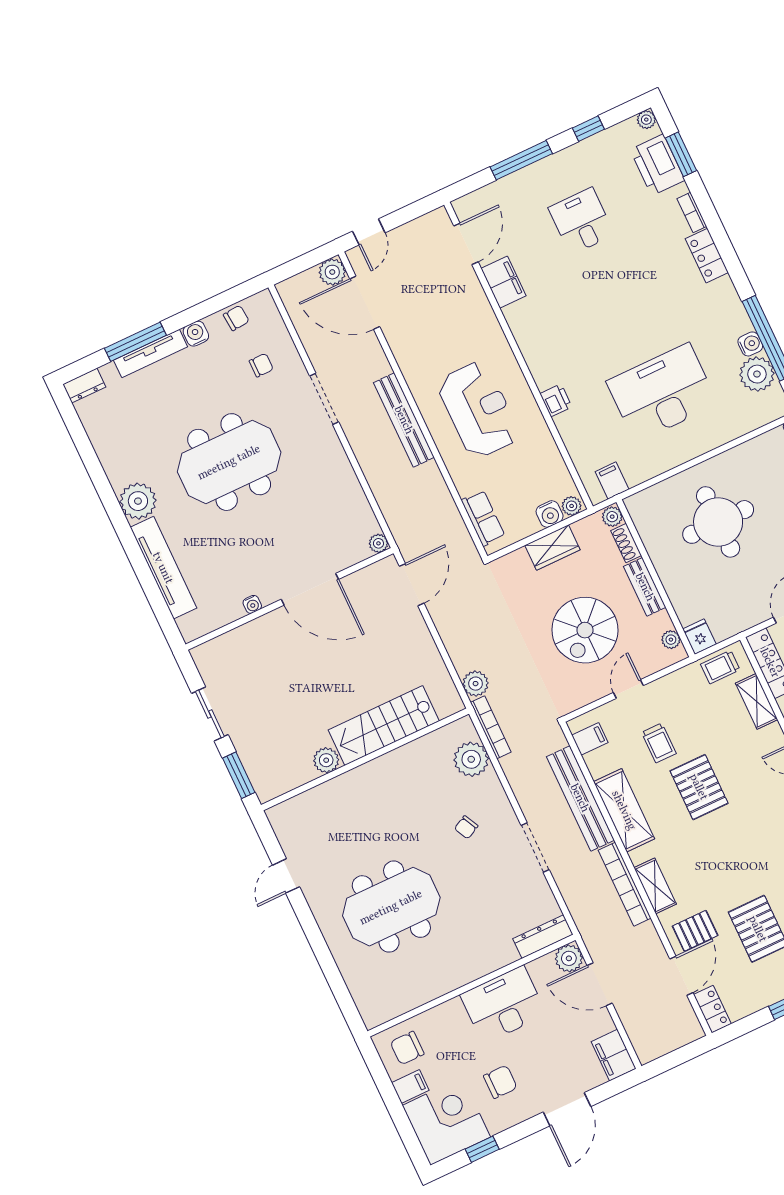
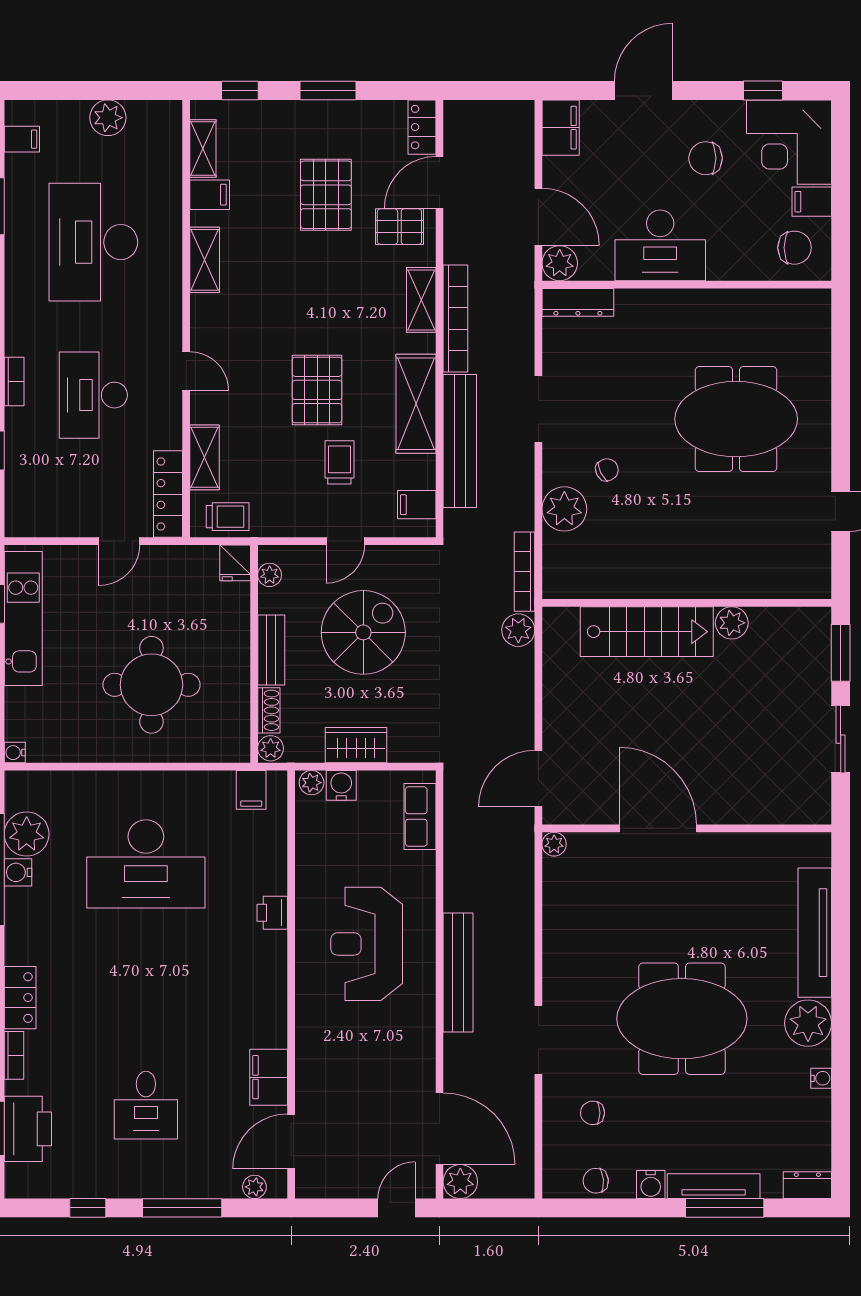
plant: (646, 120) -> (254, 1187), moved
water cooler: (252, 604) -> (821, 1078), moved, turned 90
plant: (471, 759) -> (564, 509), moved

